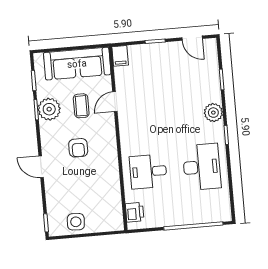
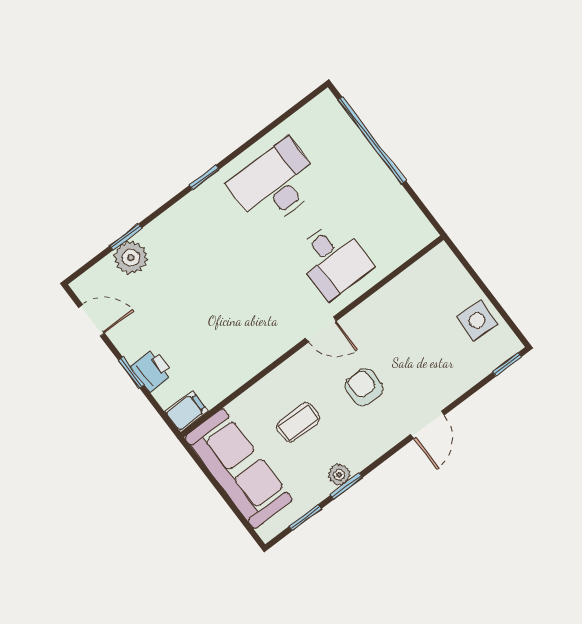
door: (192, 38) -> (92, 320), hinge flipped
door: (115, 102) -> (321, 330), moved
plant: (49, 109) -> (339, 475), width x0.53, depth x0.53
plant: (213, 113) -> (131, 258), moved
armchair: (78, 148) -> (364, 387), turned -90
printer: (135, 212) -> (152, 370), moved, turned 90

